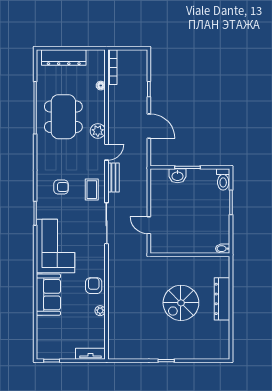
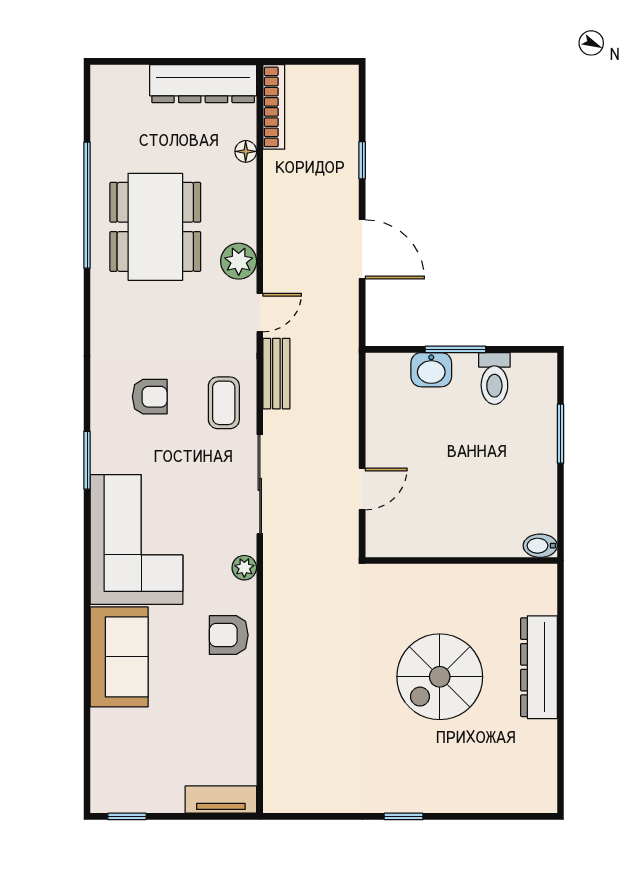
dresser: (64, 57) -> (203, 84), moved
toilet: (223, 179) -> (494, 378), moved
door: (149, 225) -> (362, 489), swing flipped
armchair: (94, 286) -> (229, 635), turned -90
plant: (100, 311) -> (244, 568), moved

